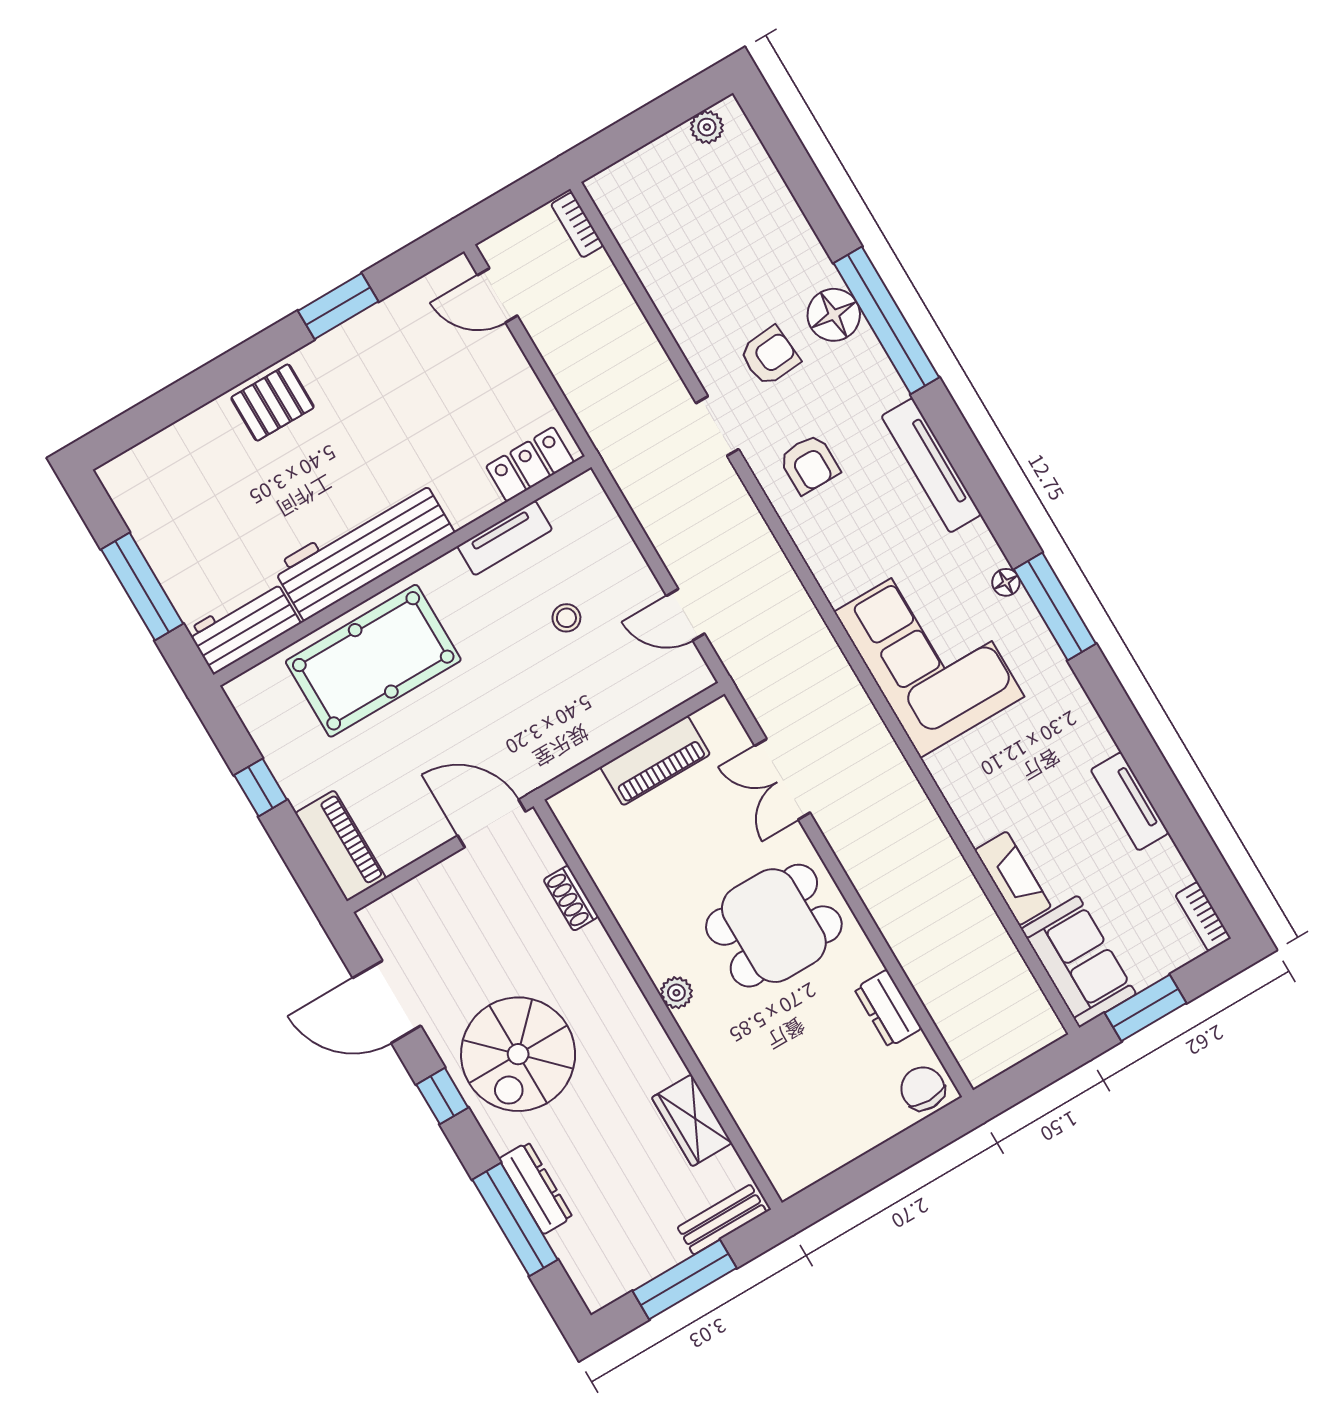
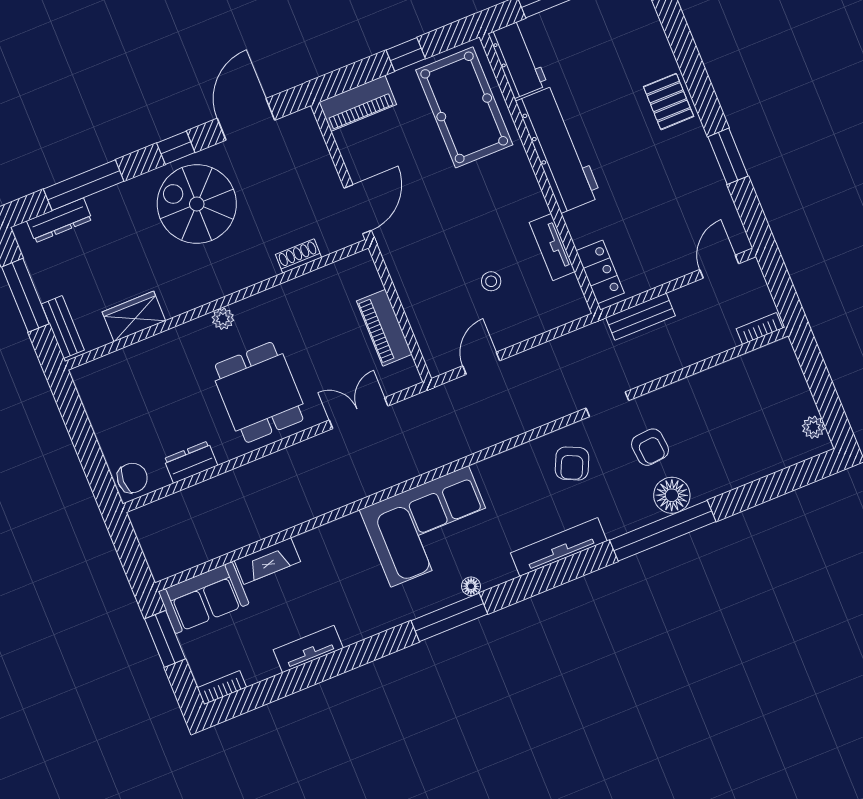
bench: (585, 397) -> (640, 317), added
armchair: (809, 464) -> (572, 463), turned -65
pool table: (373, 661) -> (464, 107), moved
dresser: (536, 1188) -> (59, 220), moved

